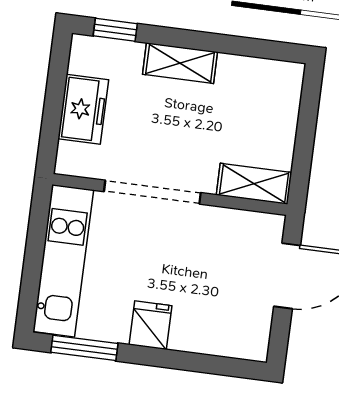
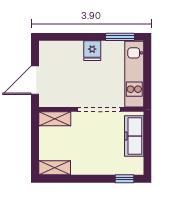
shelving: (180, 63) -> (55, 168), moved
freezer: (83, 109) -> (134, 136), width x1.40

